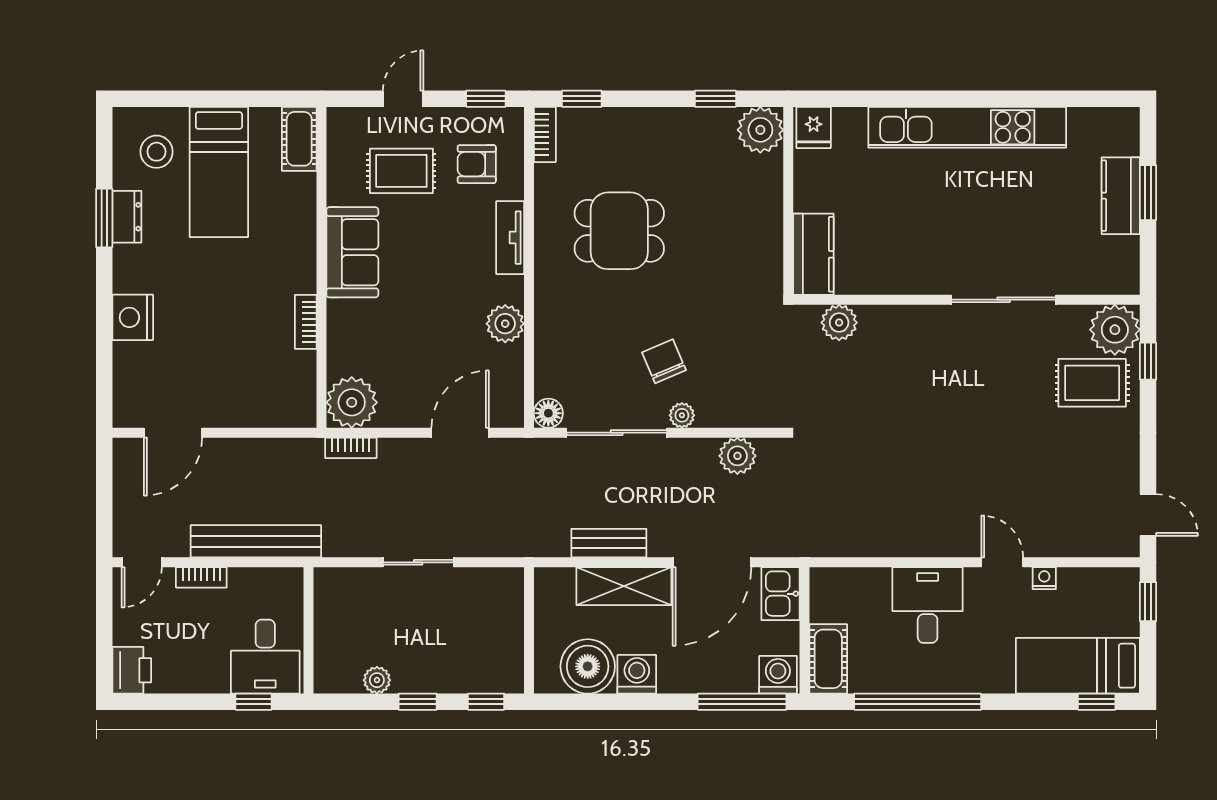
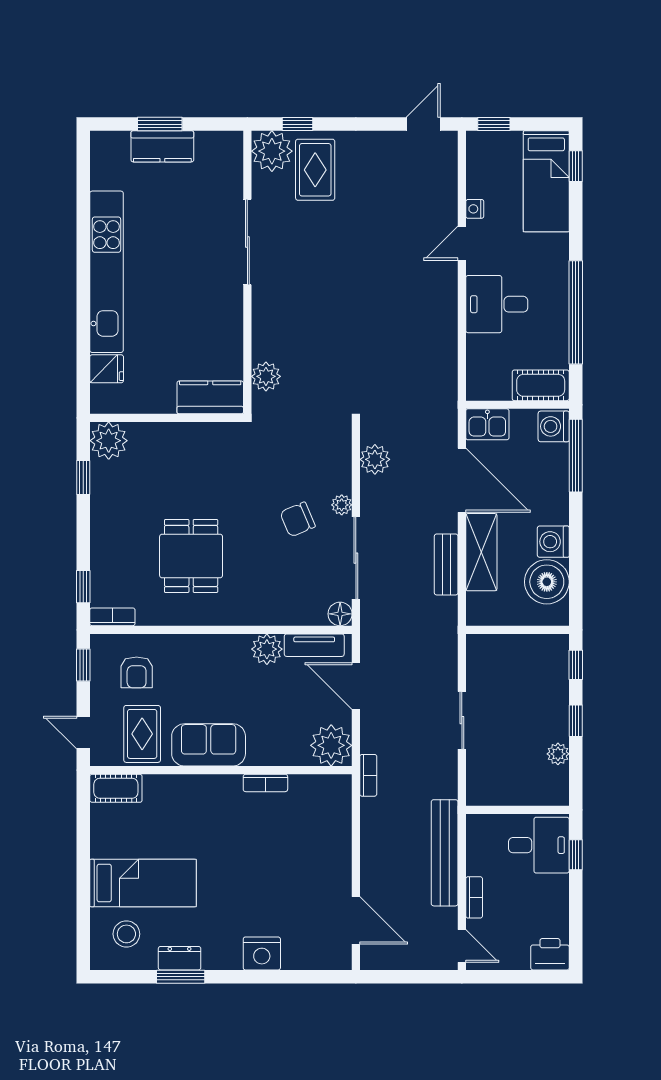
fridge: (814, 127) -> (107, 369), moved
cot: (299, 139) -> (116, 788), moved
tv unit: (510, 238) -> (314, 645), moved
sofa: (352, 252) -> (209, 745), moved
wall: (321, 267) -> (221, 770), moved
bookcase: (306, 322) -> (265, 783), moved
plant: (352, 402) -> (331, 745), moved

